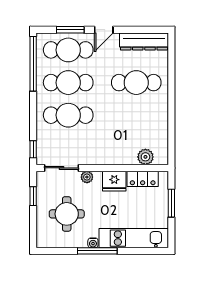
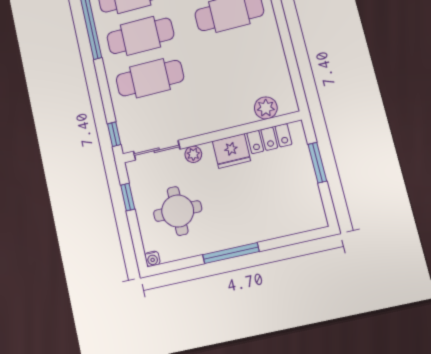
kitchen unit: (134, 238) -> (277, 224), removed
water cooler: (93, 243) -> (152, 259), moved

